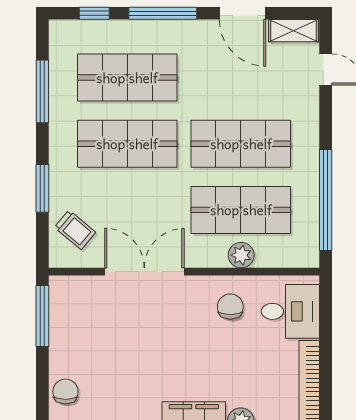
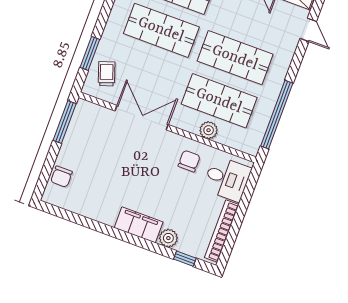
window: (42, 188) -> (90, 53), moved
trolley: (75, 230) -> (107, 74), turned -149
chair: (65, 391) -> (61, 177), turned 180

